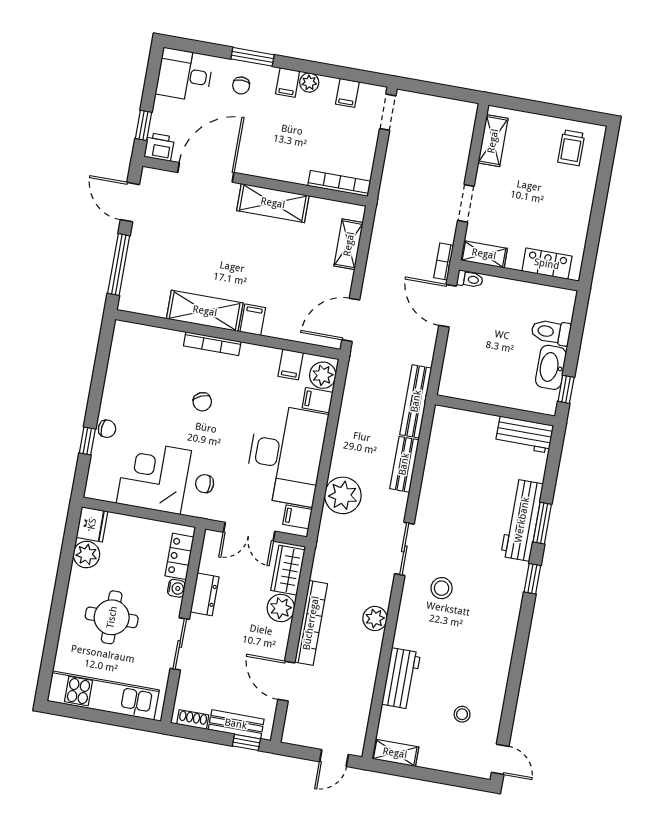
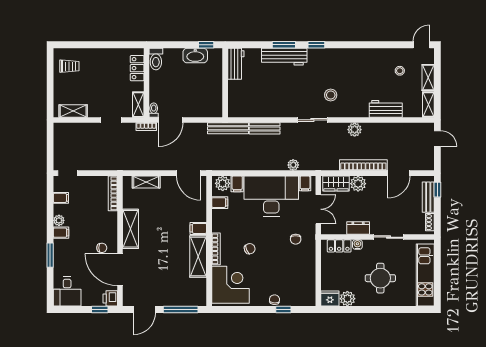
chair: (241, 85) -> (102, 248), moved
toilet: (551, 332) -> (156, 59), moved
corner desk: (154, 477) -> (230, 285), moved, turned 180
plant: (343, 495) -> (293, 165), width x0.53, depth x0.53
shelving: (442, 761) -> (428, 78), added

